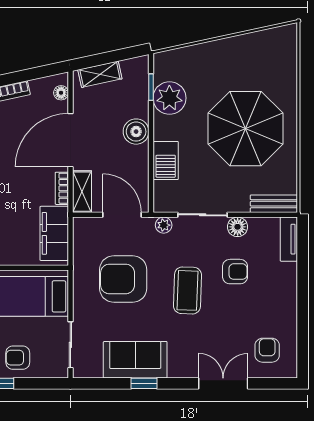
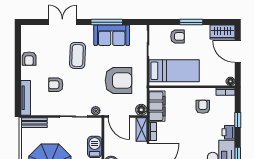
floor lamp: (238, 227) -> (141, 110), moved
tv unit: (289, 239) -> (26, 98), width x1.41
coffee table: (187, 290) -> (77, 56), moved
armchair: (267, 350) -> (29, 59), moved
window: (144, 383) -> (107, 22), width x2.17
double door: (223, 383) -> (62, 22), swing flipped

